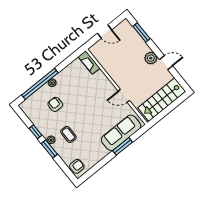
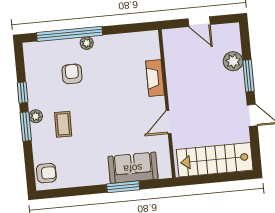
window: (142, 32) -> (248, 76), moved
plant: (151, 58) -> (233, 61), moved
fireplace: (89, 62) -> (155, 78), moved
door: (124, 96) -> (169, 122), hinge flipped
sofa: (121, 133) -> (133, 168), width x0.73

